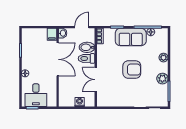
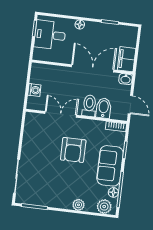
filing cabinet: (52, 34) -> (127, 59), width x2.00
double door: (58, 59) -> (93, 68), swing flipped
armchair: (132, 70) -> (73, 150), moved
plant: (162, 79) -> (104, 207), moved

